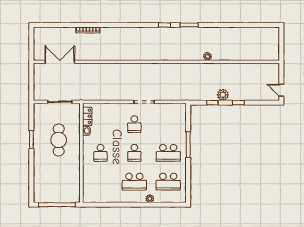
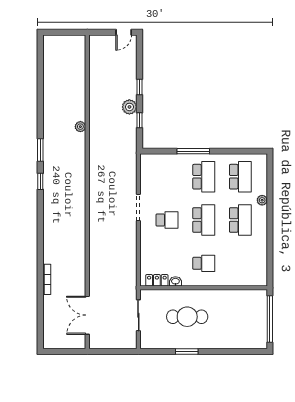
school desk: (134, 153) -> (204, 220), width x1.85

